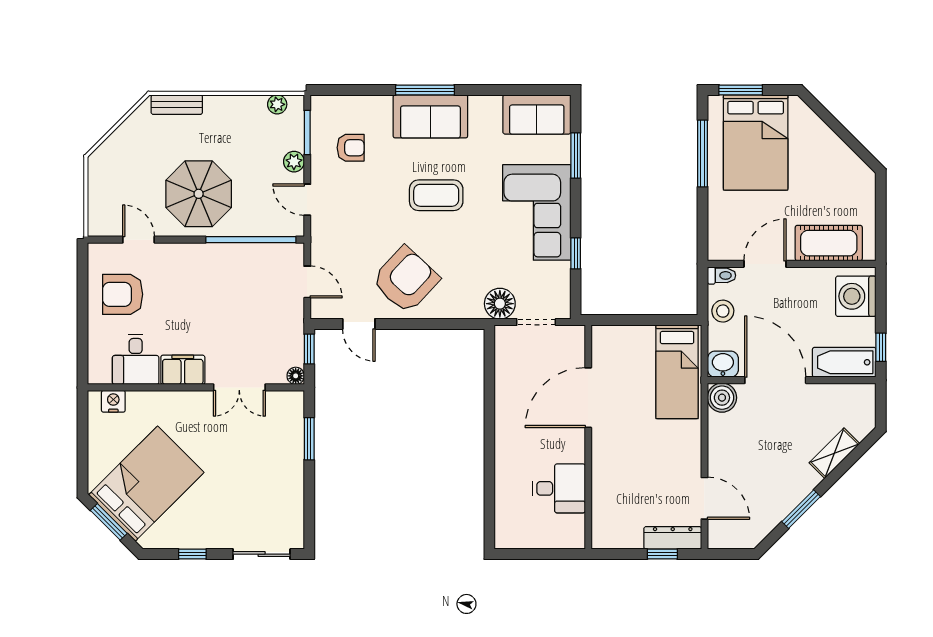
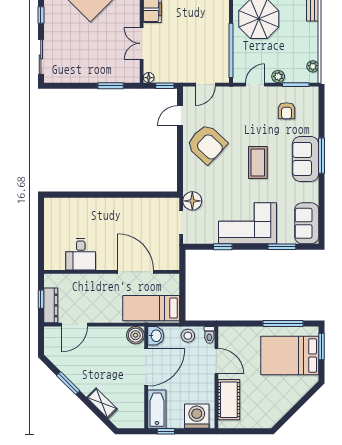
door: (588, 398) -> (136, 272), moved
wall: (588, 437) -> (112, 272), moved
desk: (559, 488) -> (81, 254), moved

